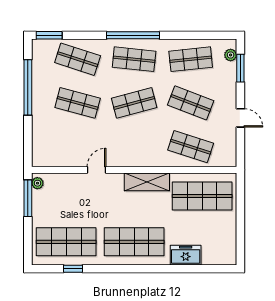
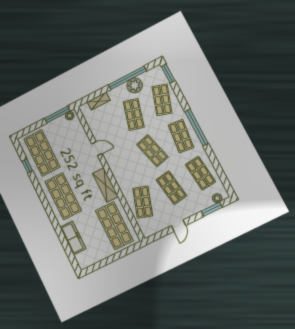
plant: (42, 83) -> (135, 85), added
shop shelf: (191, 103) -> (171, 188), turned -30
shelving: (38, 138) -> (99, 101), added
freezer: (186, 255) -> (73, 238), width x1.40

